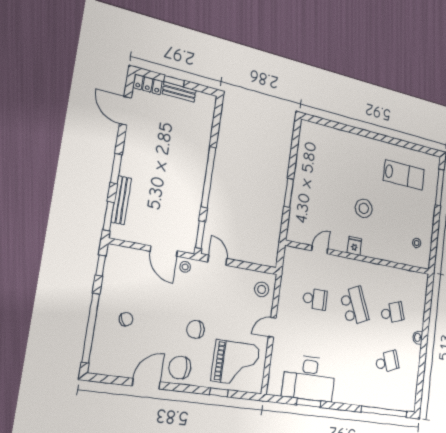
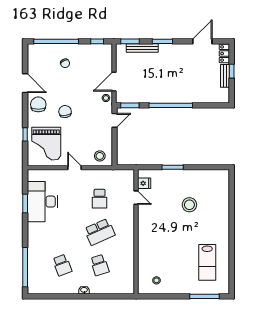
stool: (364, 208) -> (189, 205), moved
fridge: (354, 246) -> (144, 183), moved

